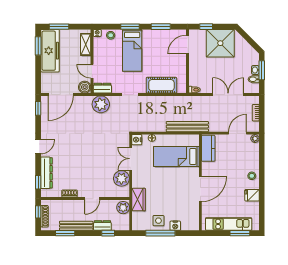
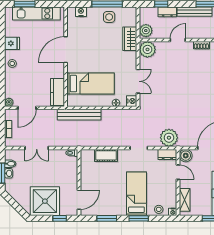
cot: (161, 85) -> (106, 155), width x0.73, depth x0.75
double door: (228, 94) -> (37, 148), width x0.73
plant: (121, 178) -> (147, 49), moved
nightstand: (175, 226) -> (81, 12), moved

